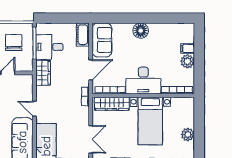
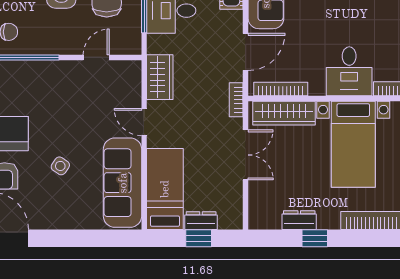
wardrobe: (43, 73) -> (160, 77), moved
desk: (143, 81) -> (349, 71), width x0.73
double door: (91, 139) -> (246, 155), moved

